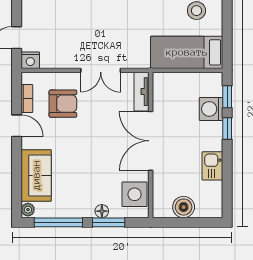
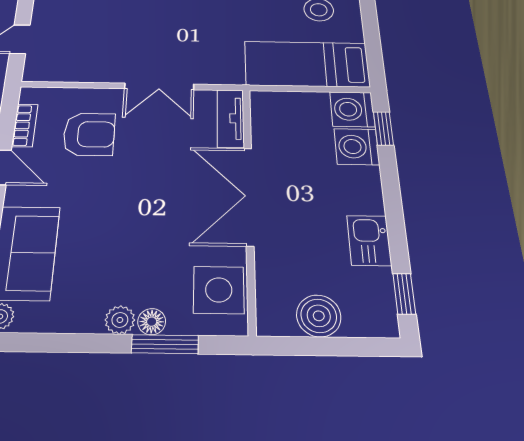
nightstand: (30, 60) -> (39, 70), removed
washing machine: (211, 84) -> (352, 109), added
window: (227, 128) -> (404, 294), moved
plant: (86, 211) -> (120, 320), added
window: (58, 222) -> (60, 343), removed

